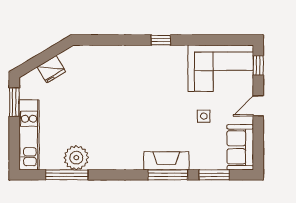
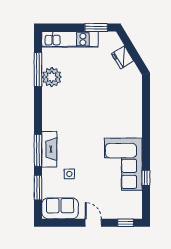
window: (161, 40) -> (146, 178), moved
corner sofa: (221, 68) -> (123, 164), moved
side table: (204, 116) -> (69, 174), moved

